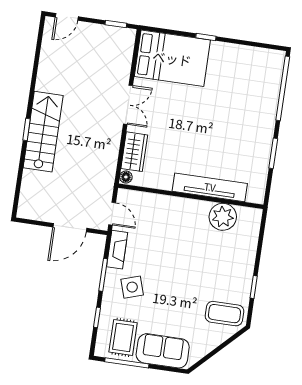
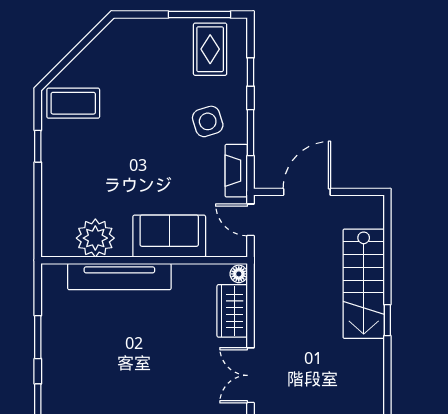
stairs: (43, 132) -> (364, 284), moved
sofa: (163, 351) -> (169, 236), moved, turned 180

